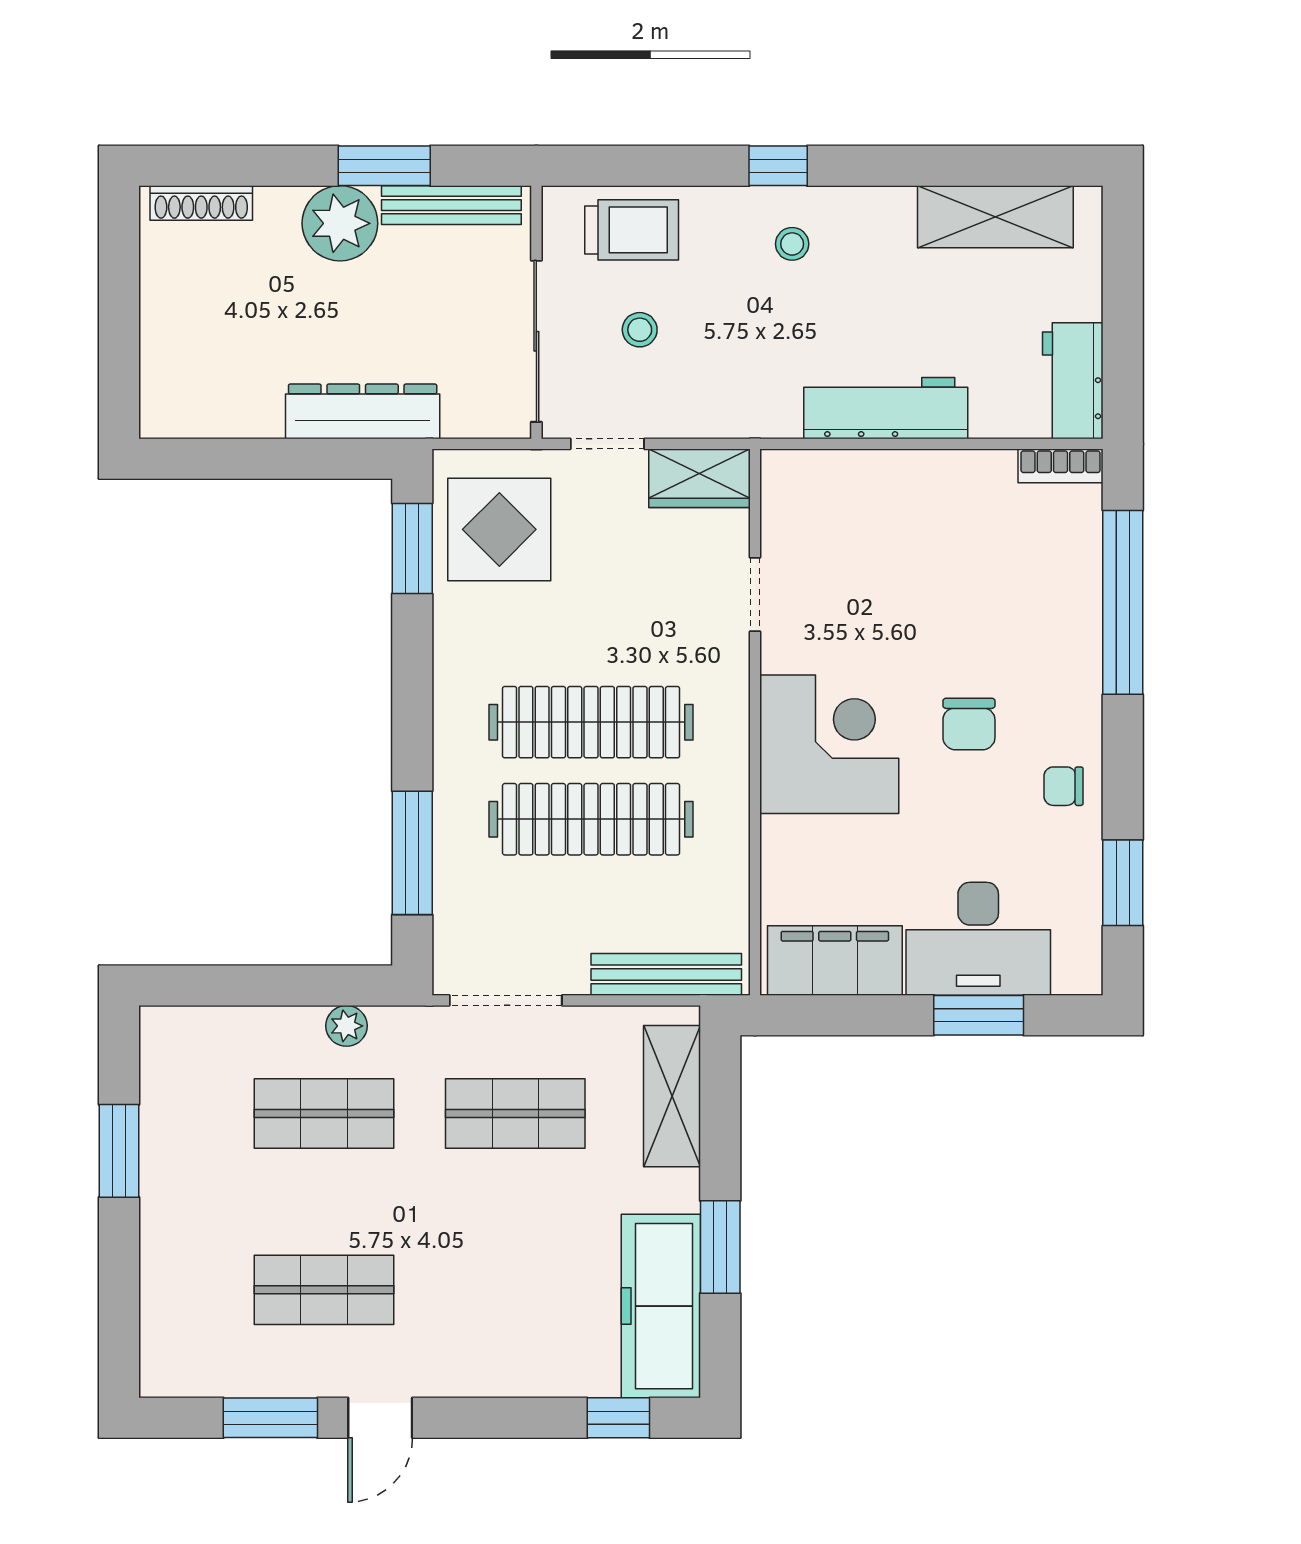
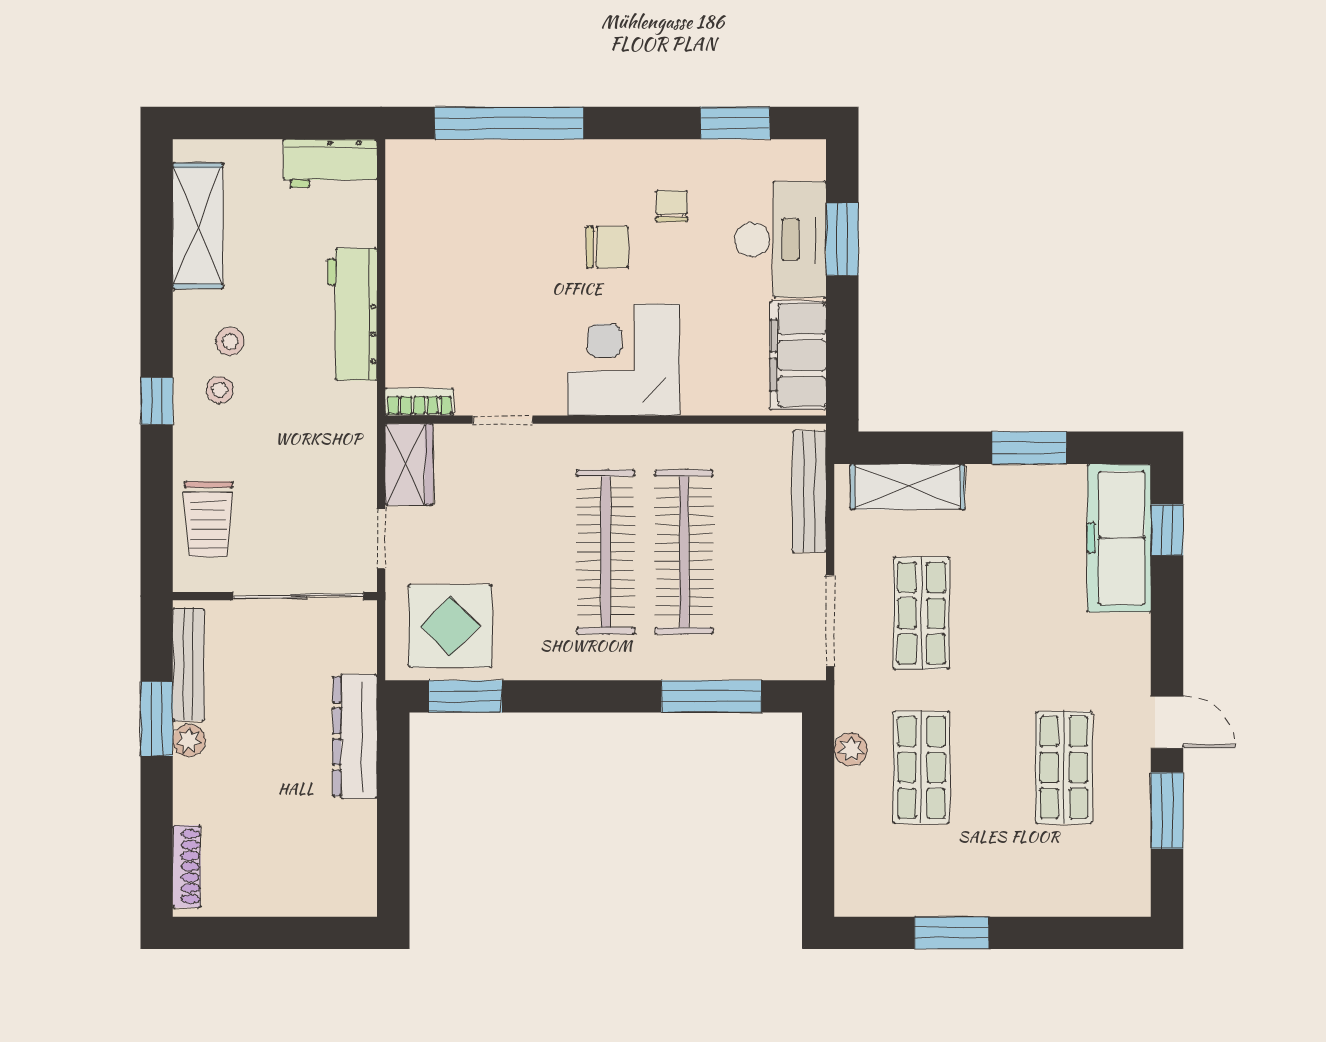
plant: (340, 223) -> (189, 740), width x0.53, depth x0.53
trolley: (632, 230) -> (209, 519), turned 180
stool: (640, 330) -> (230, 341), moved
bookcase: (1061, 466) -> (419, 402), moved, turned -90
chair: (1064, 786) -> (672, 206), moved, turned 180
freezer: (661, 1306) -> (1119, 538), moved, turned 90

